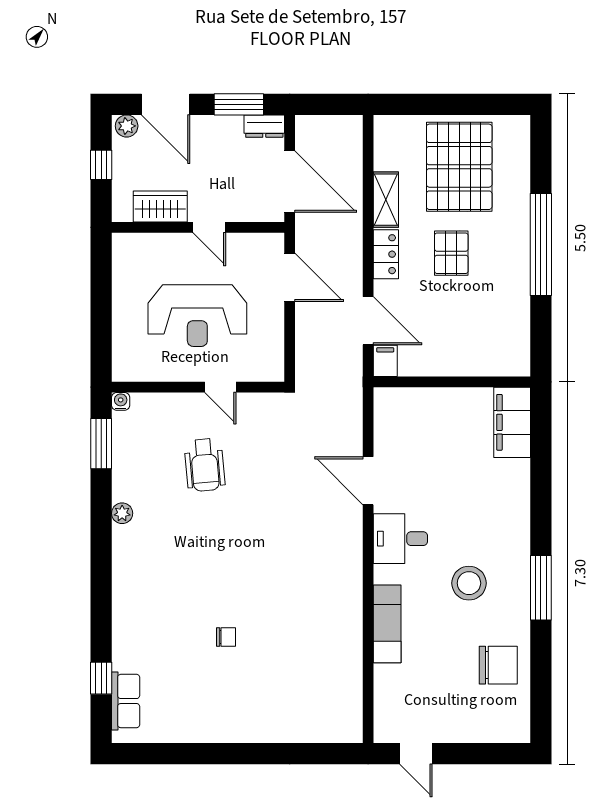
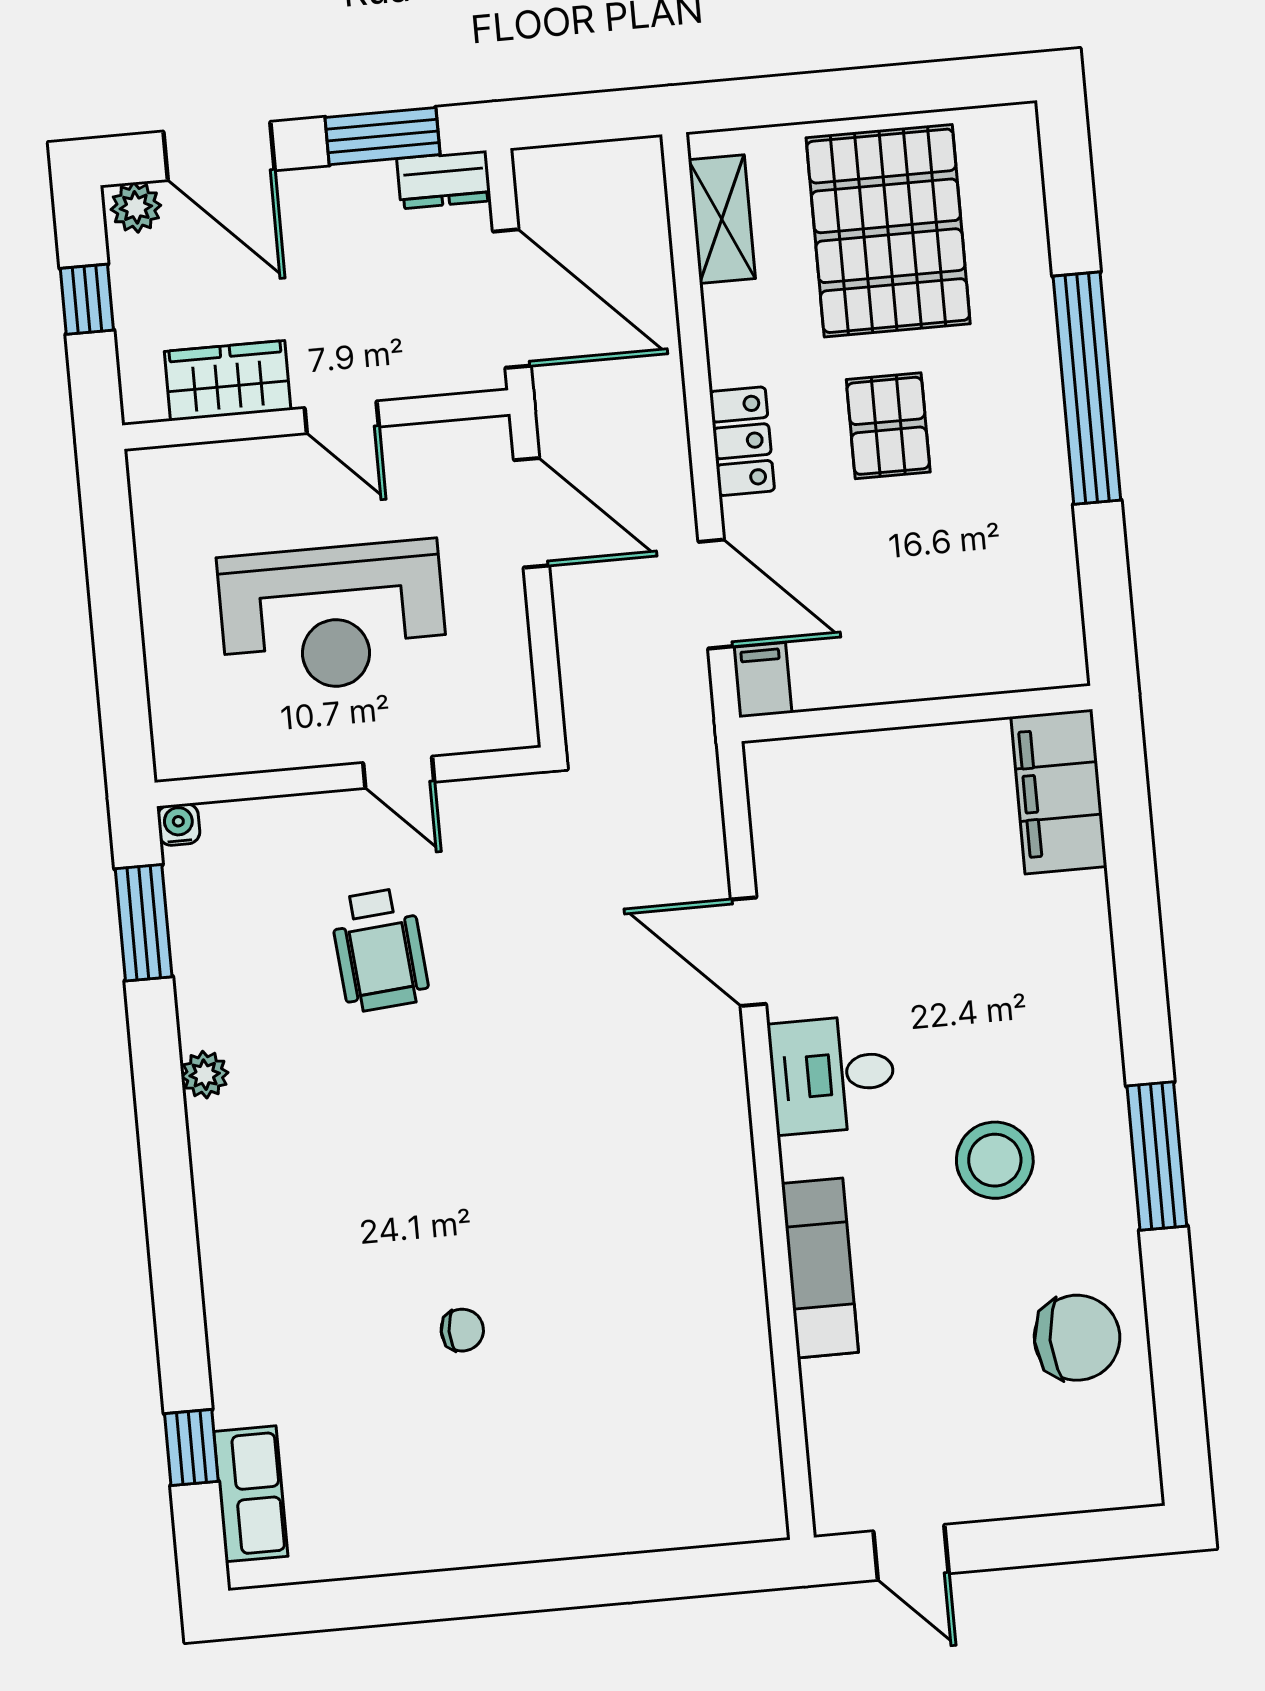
shelving: (386, 200) -> (722, 219), moved

